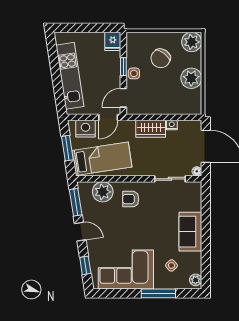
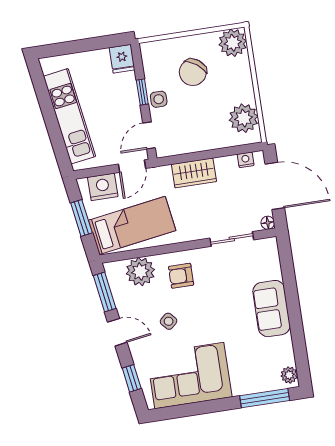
plant: (191, 78) -> (244, 118), moved
nightstand: (172, 125) -> (246, 160), moved
side table: (171, 265) -> (169, 321), moved
window: (158, 293) -> (265, 398), moved

